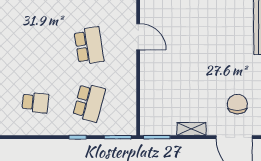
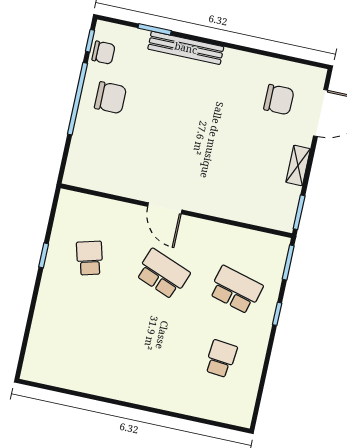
door: (138, 37) -> (165, 208), swing flipped
school desk: (89, 46) -> (163, 274), turned 30
chair: (237, 104) -> (279, 100), turned 180

